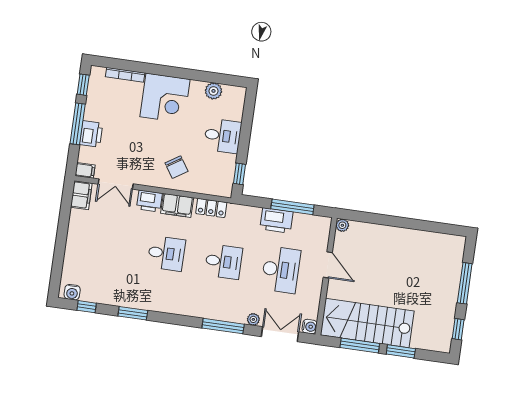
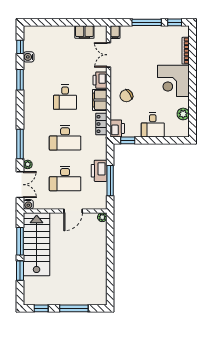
printer: (91, 134) -> (117, 128), moved, turned -90
filing cabinet: (81, 195) -> (84, 32), moved
desk: (224, 262) -> (65, 138), width x1.37
water cooler: (72, 292) -> (29, 57), moved

